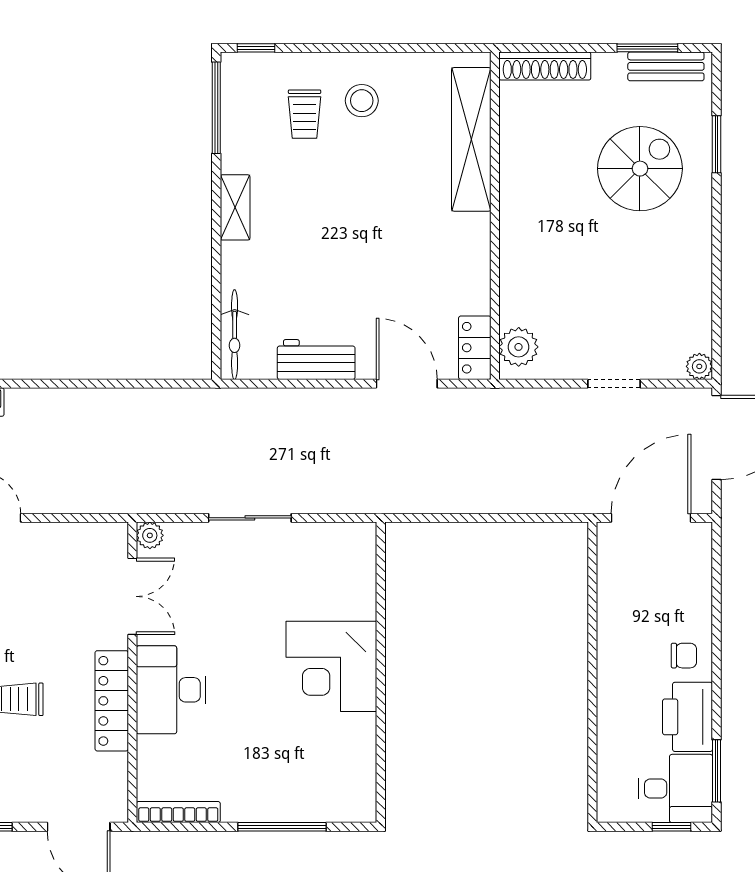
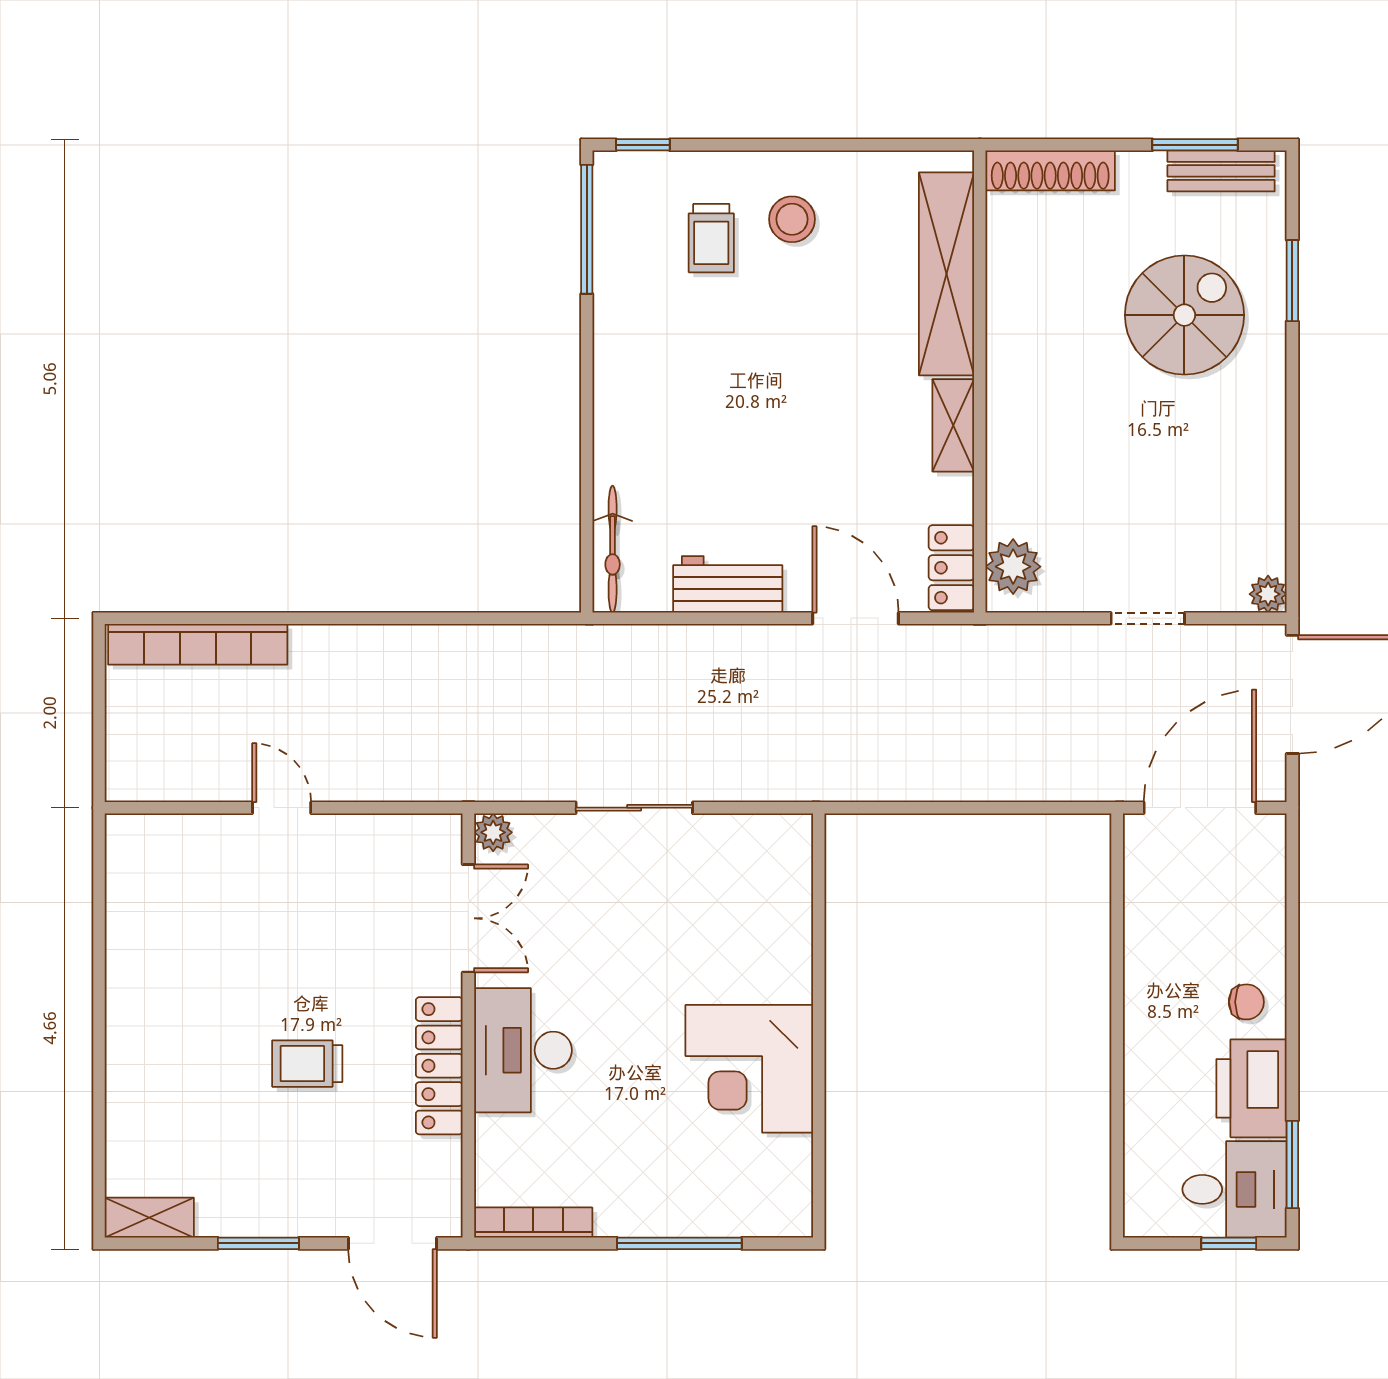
shelving: (235, 207) -> (953, 425), moved
corner desk: (331, 666) -> (749, 1069), moved

